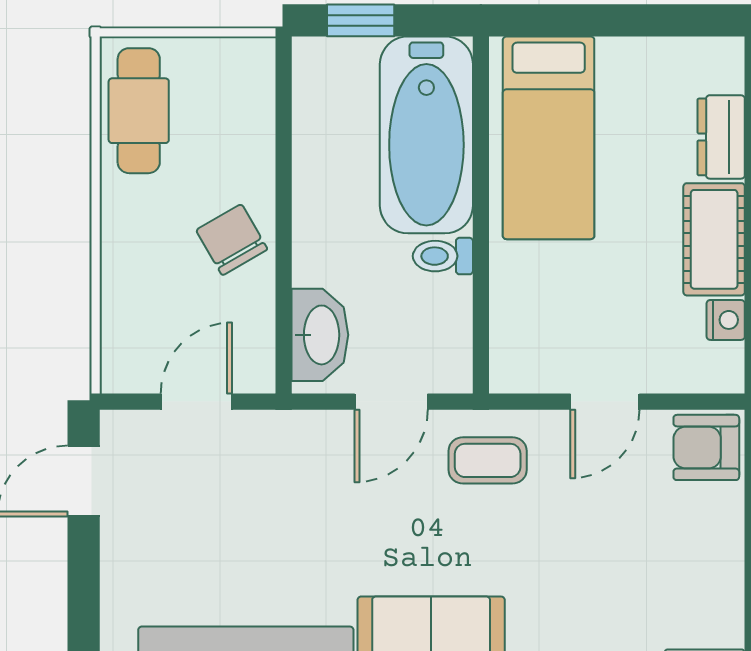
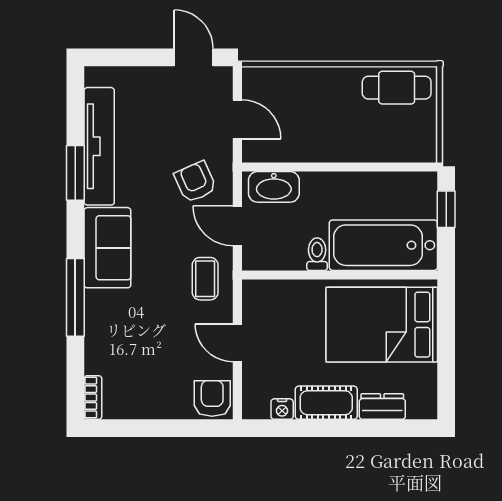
bed: (549, 138) -> (382, 325), width x1.50
chair: (232, 240) -> (326, 139), removed
armchair: (311, 478) -> (195, 182), added

